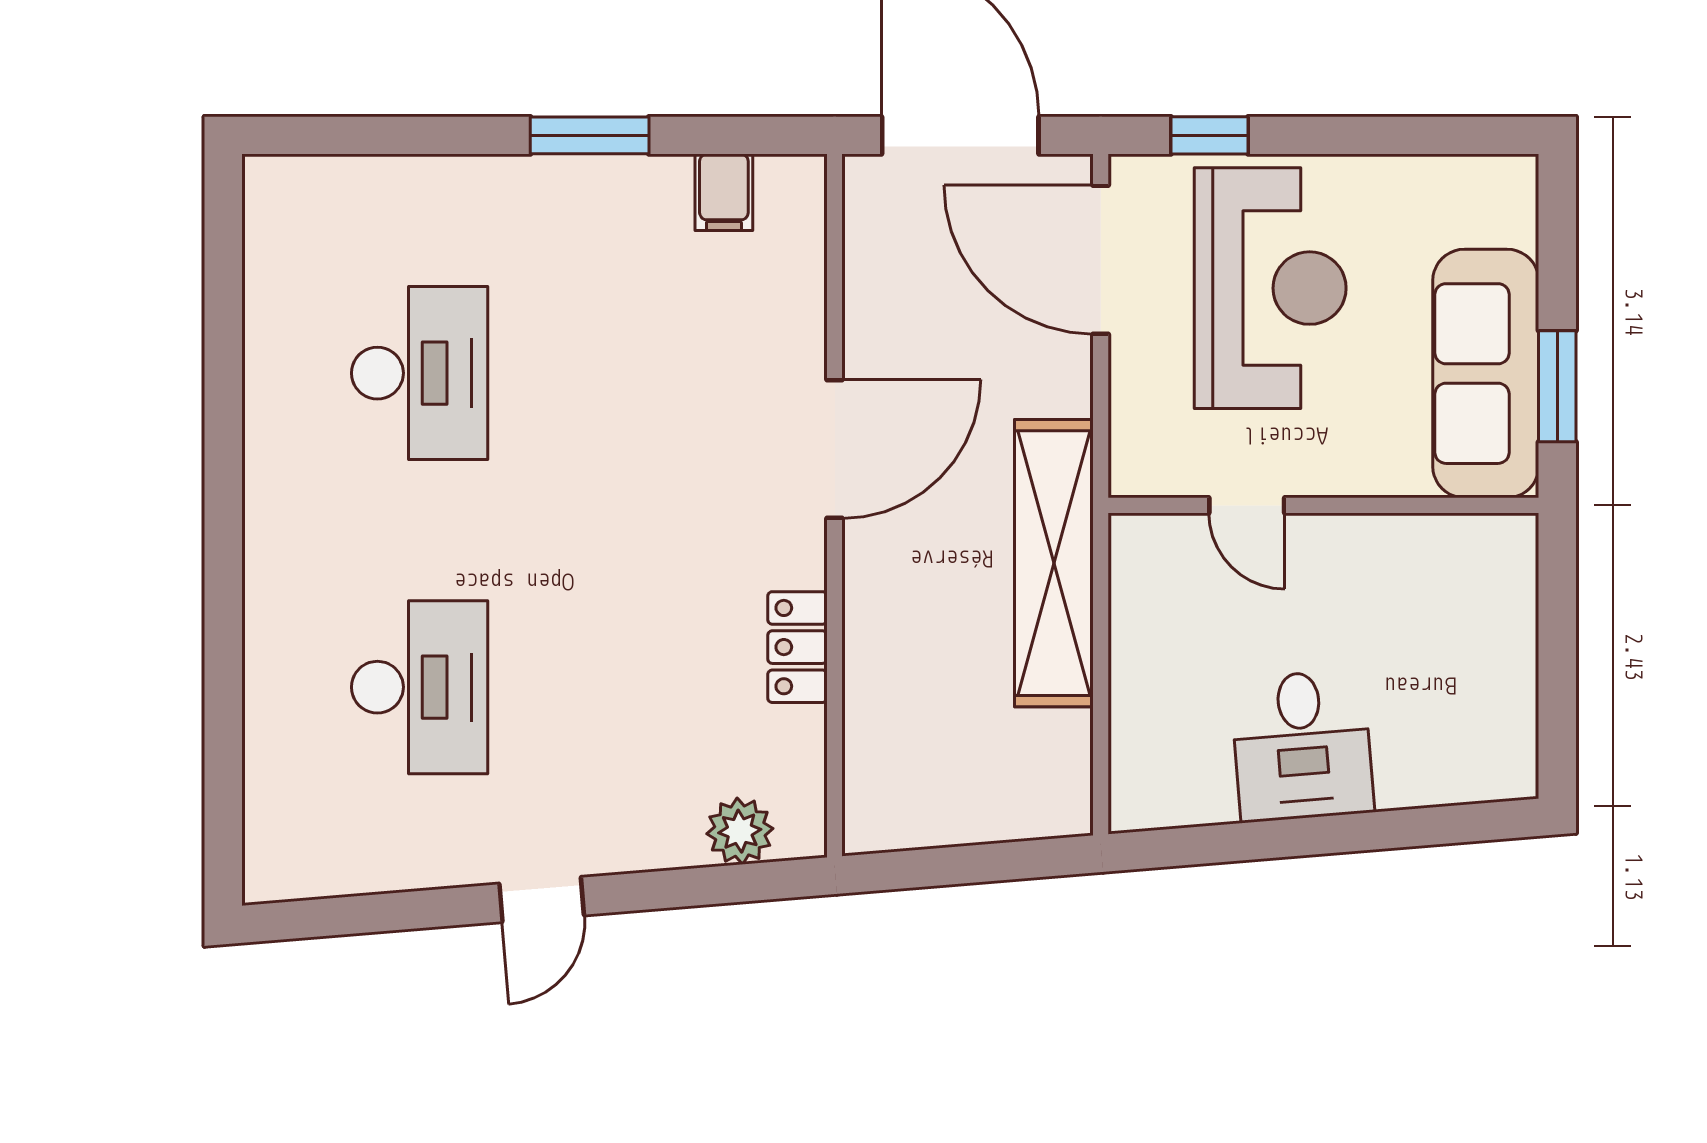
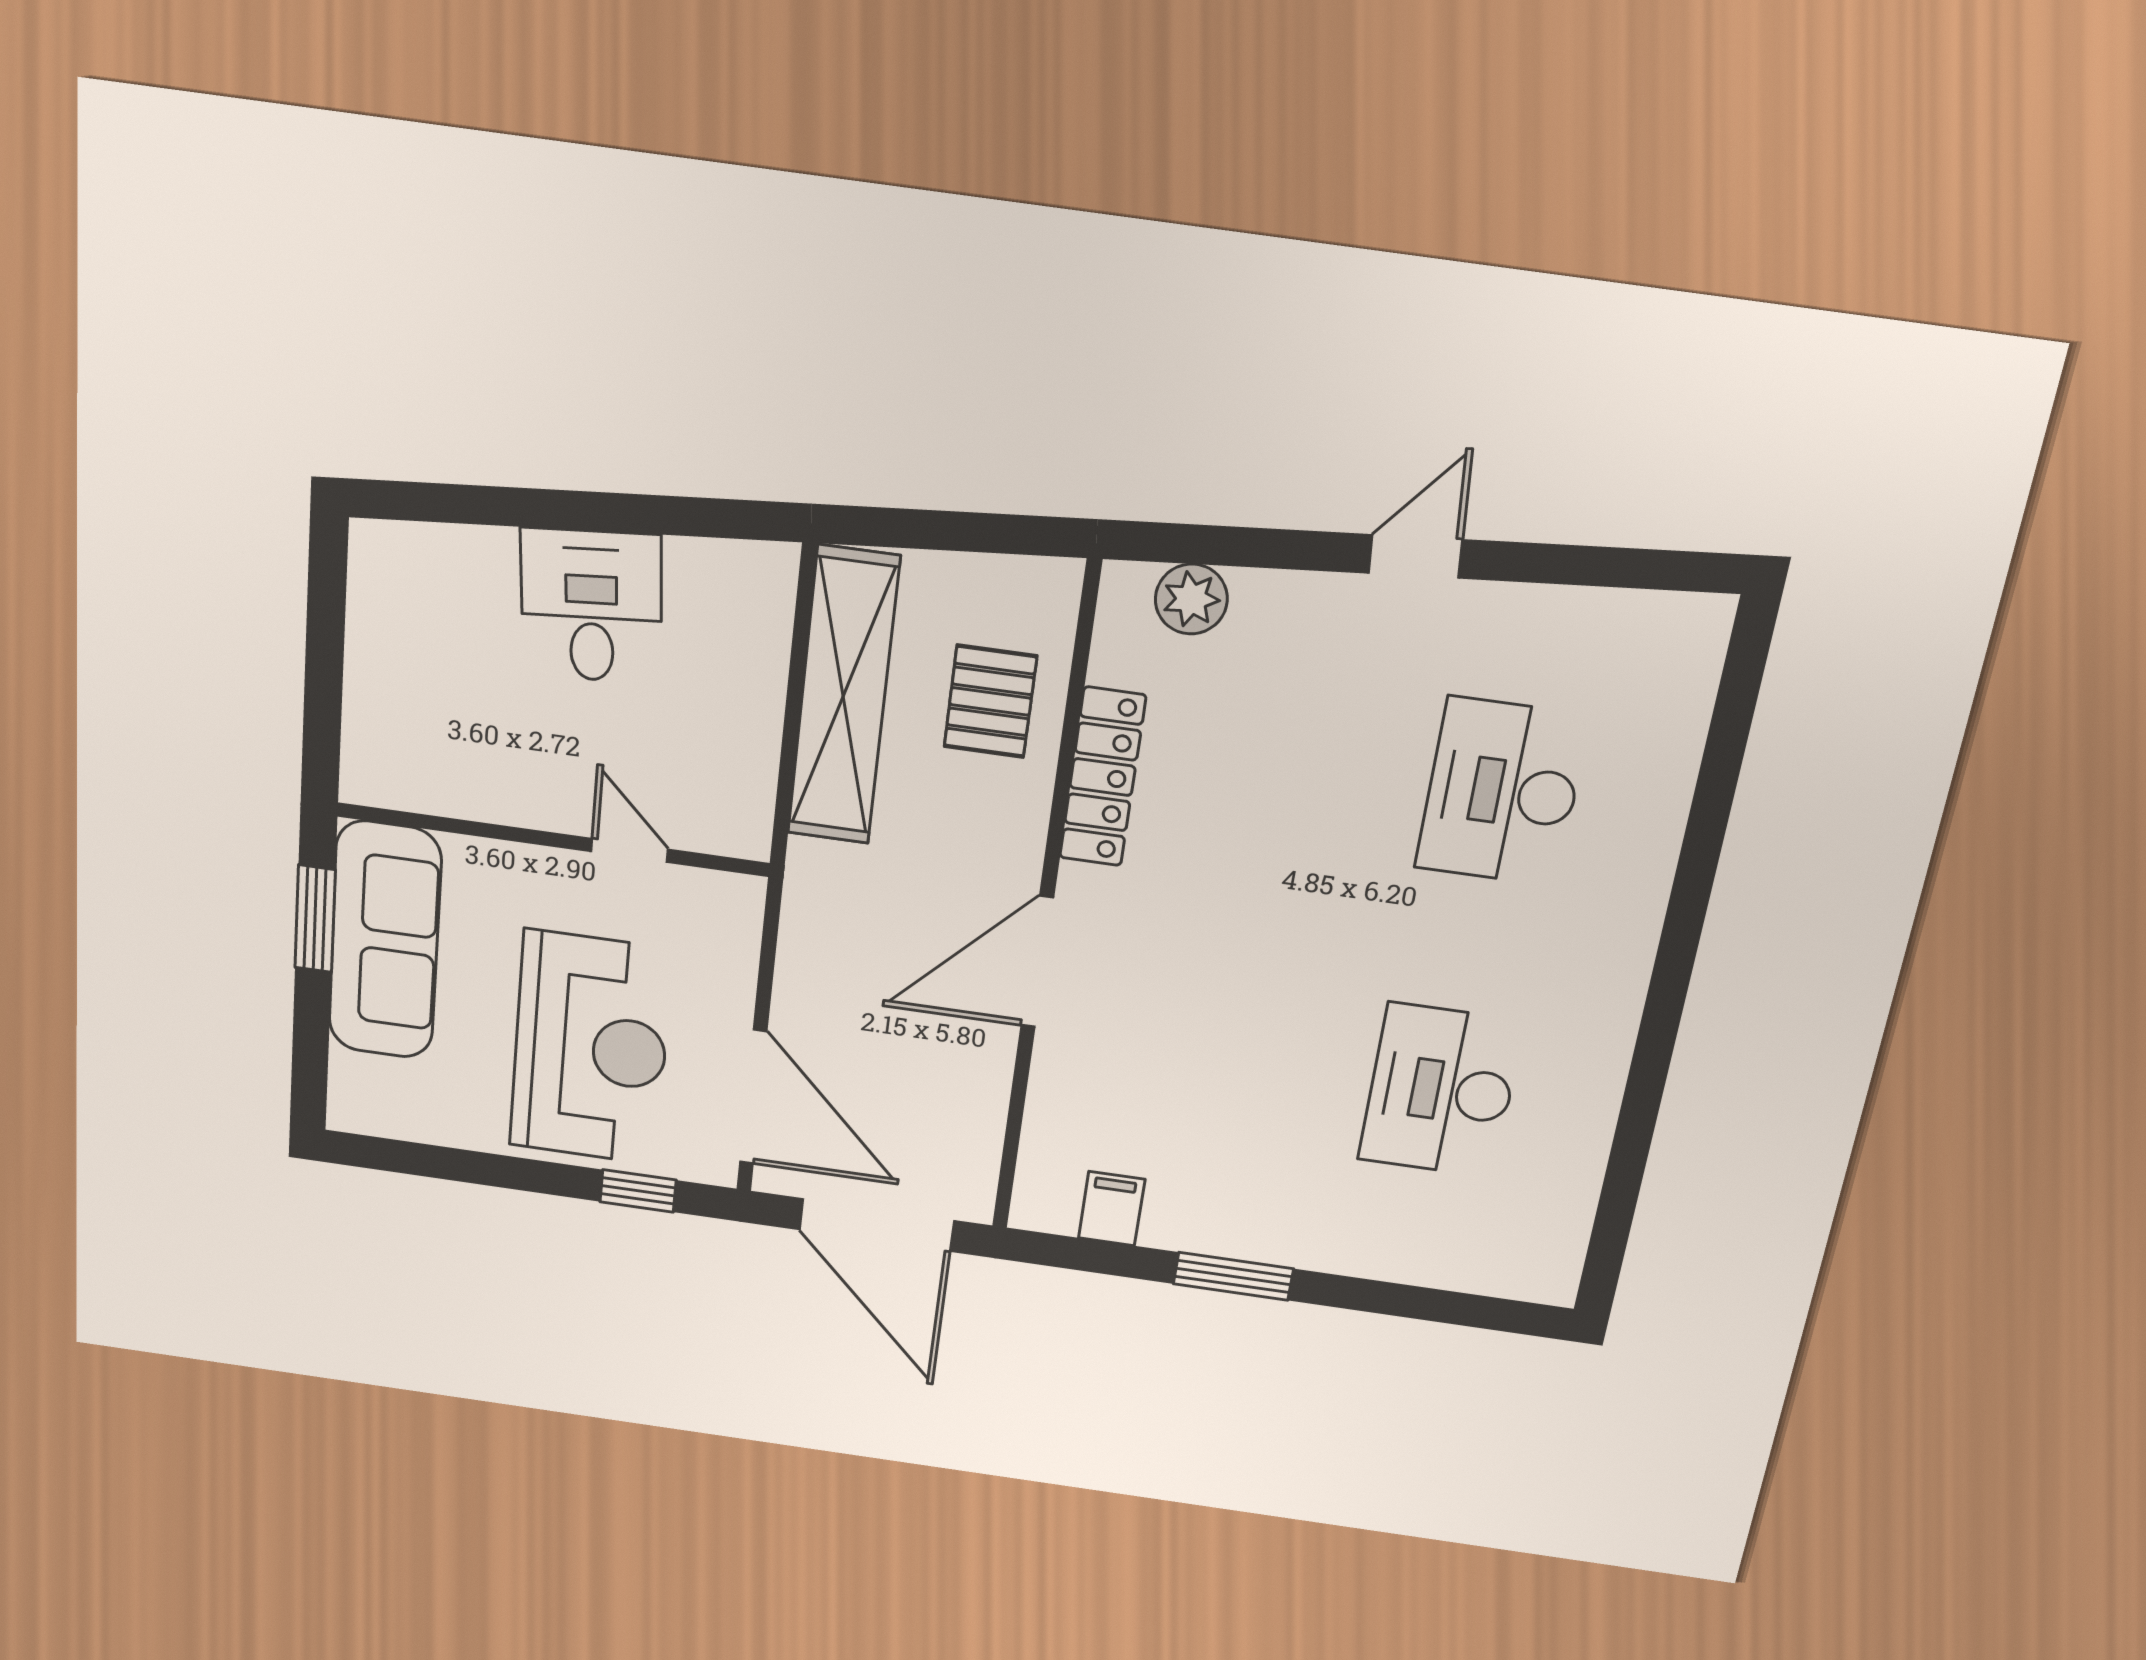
reception desk: (1270, 288) -> (591, 1048), turned 180
shelving: (1054, 563) -> (843, 697), moved
locker: (797, 647) -> (1103, 777), width x1.53
pallet: (914, 706) -> (990, 701), added

